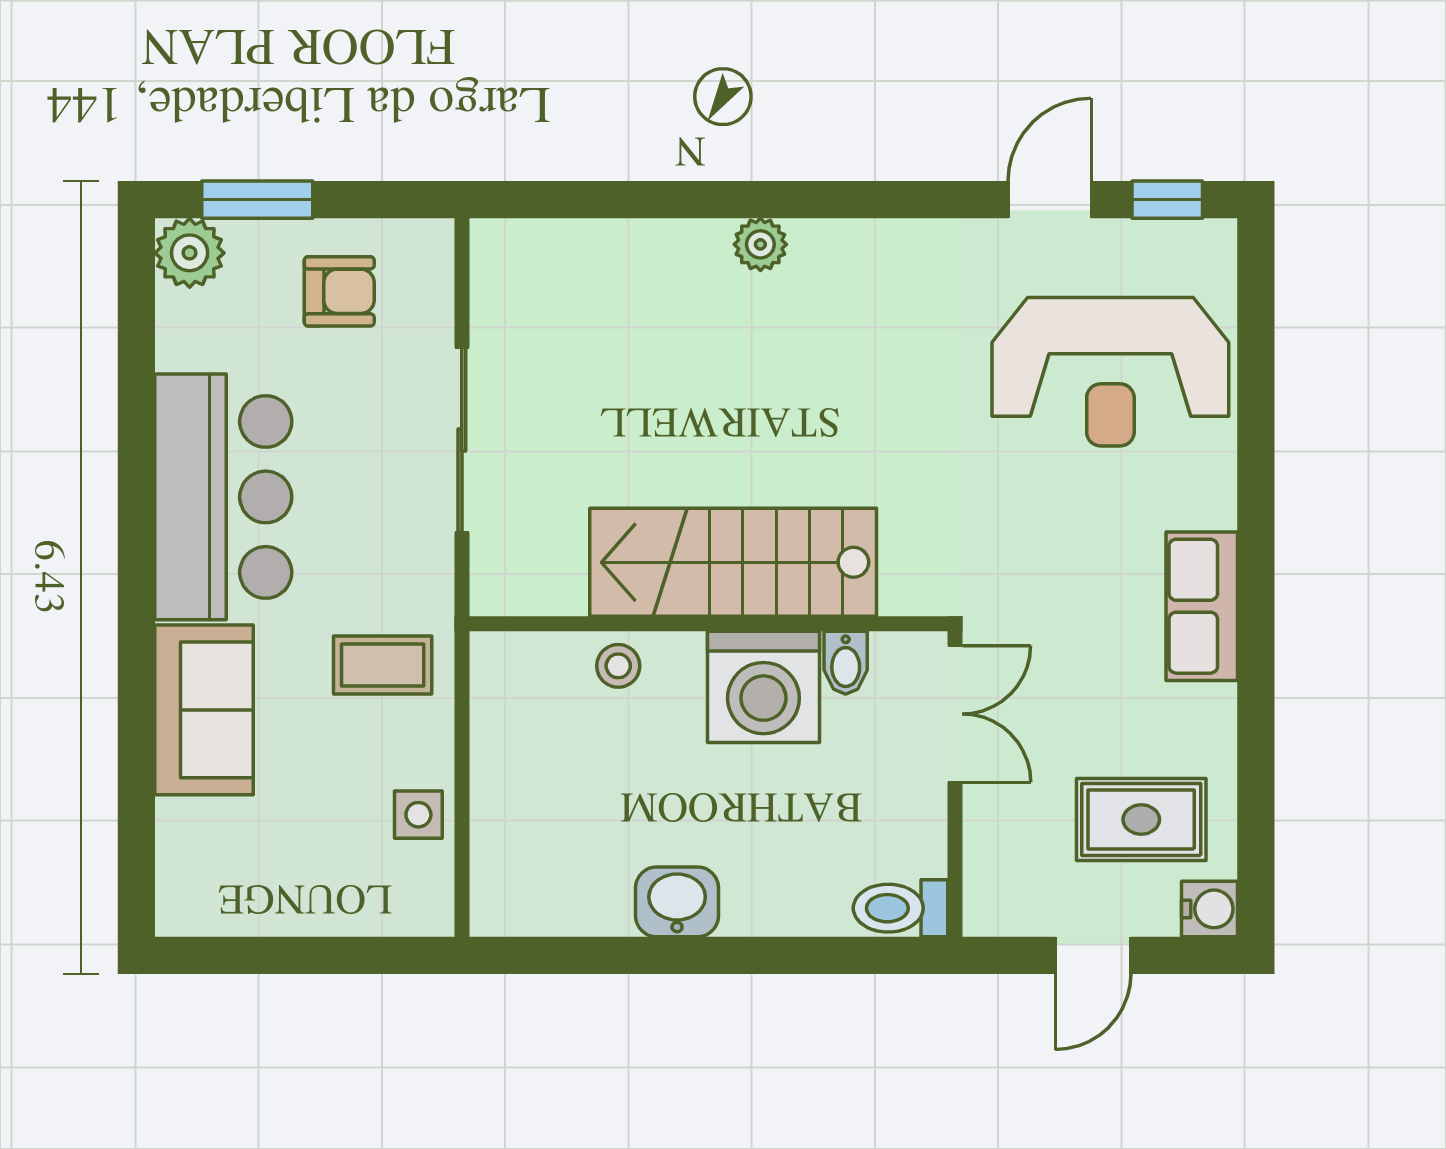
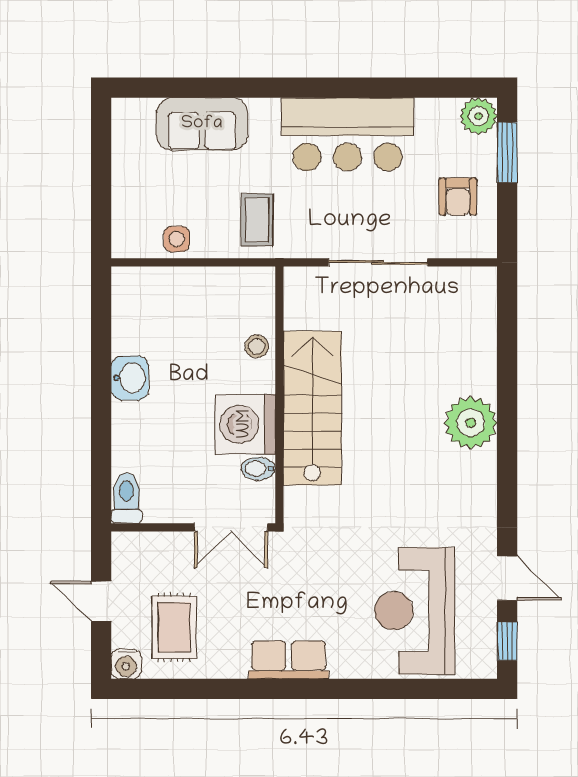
plant: (760, 244) -> (471, 423), width x1.87, depth x1.87
sofa: (204, 710) -> (202, 124), moved

